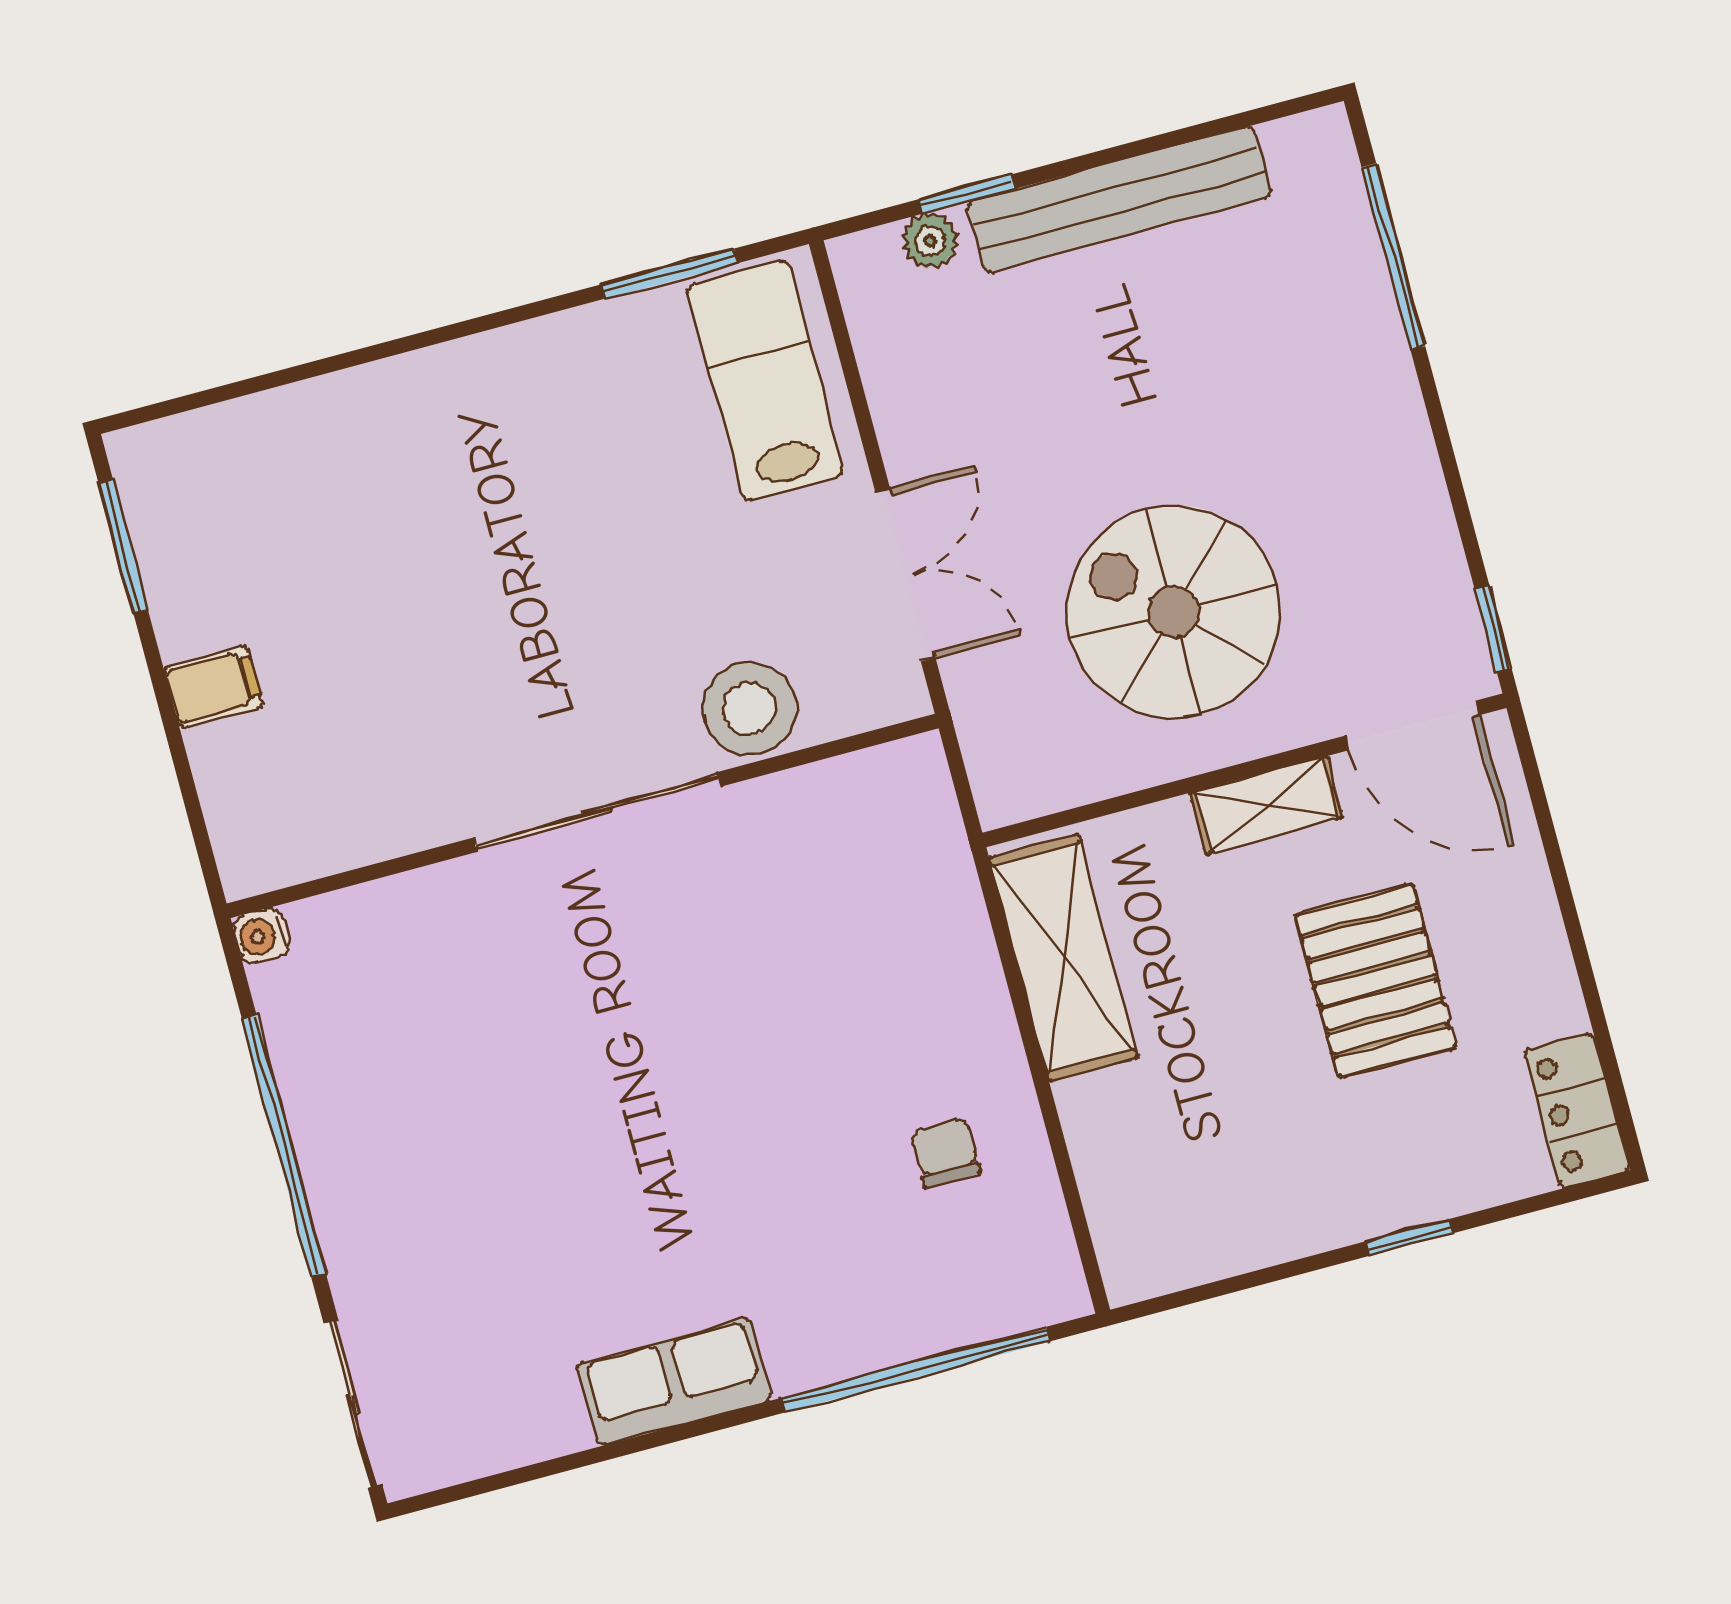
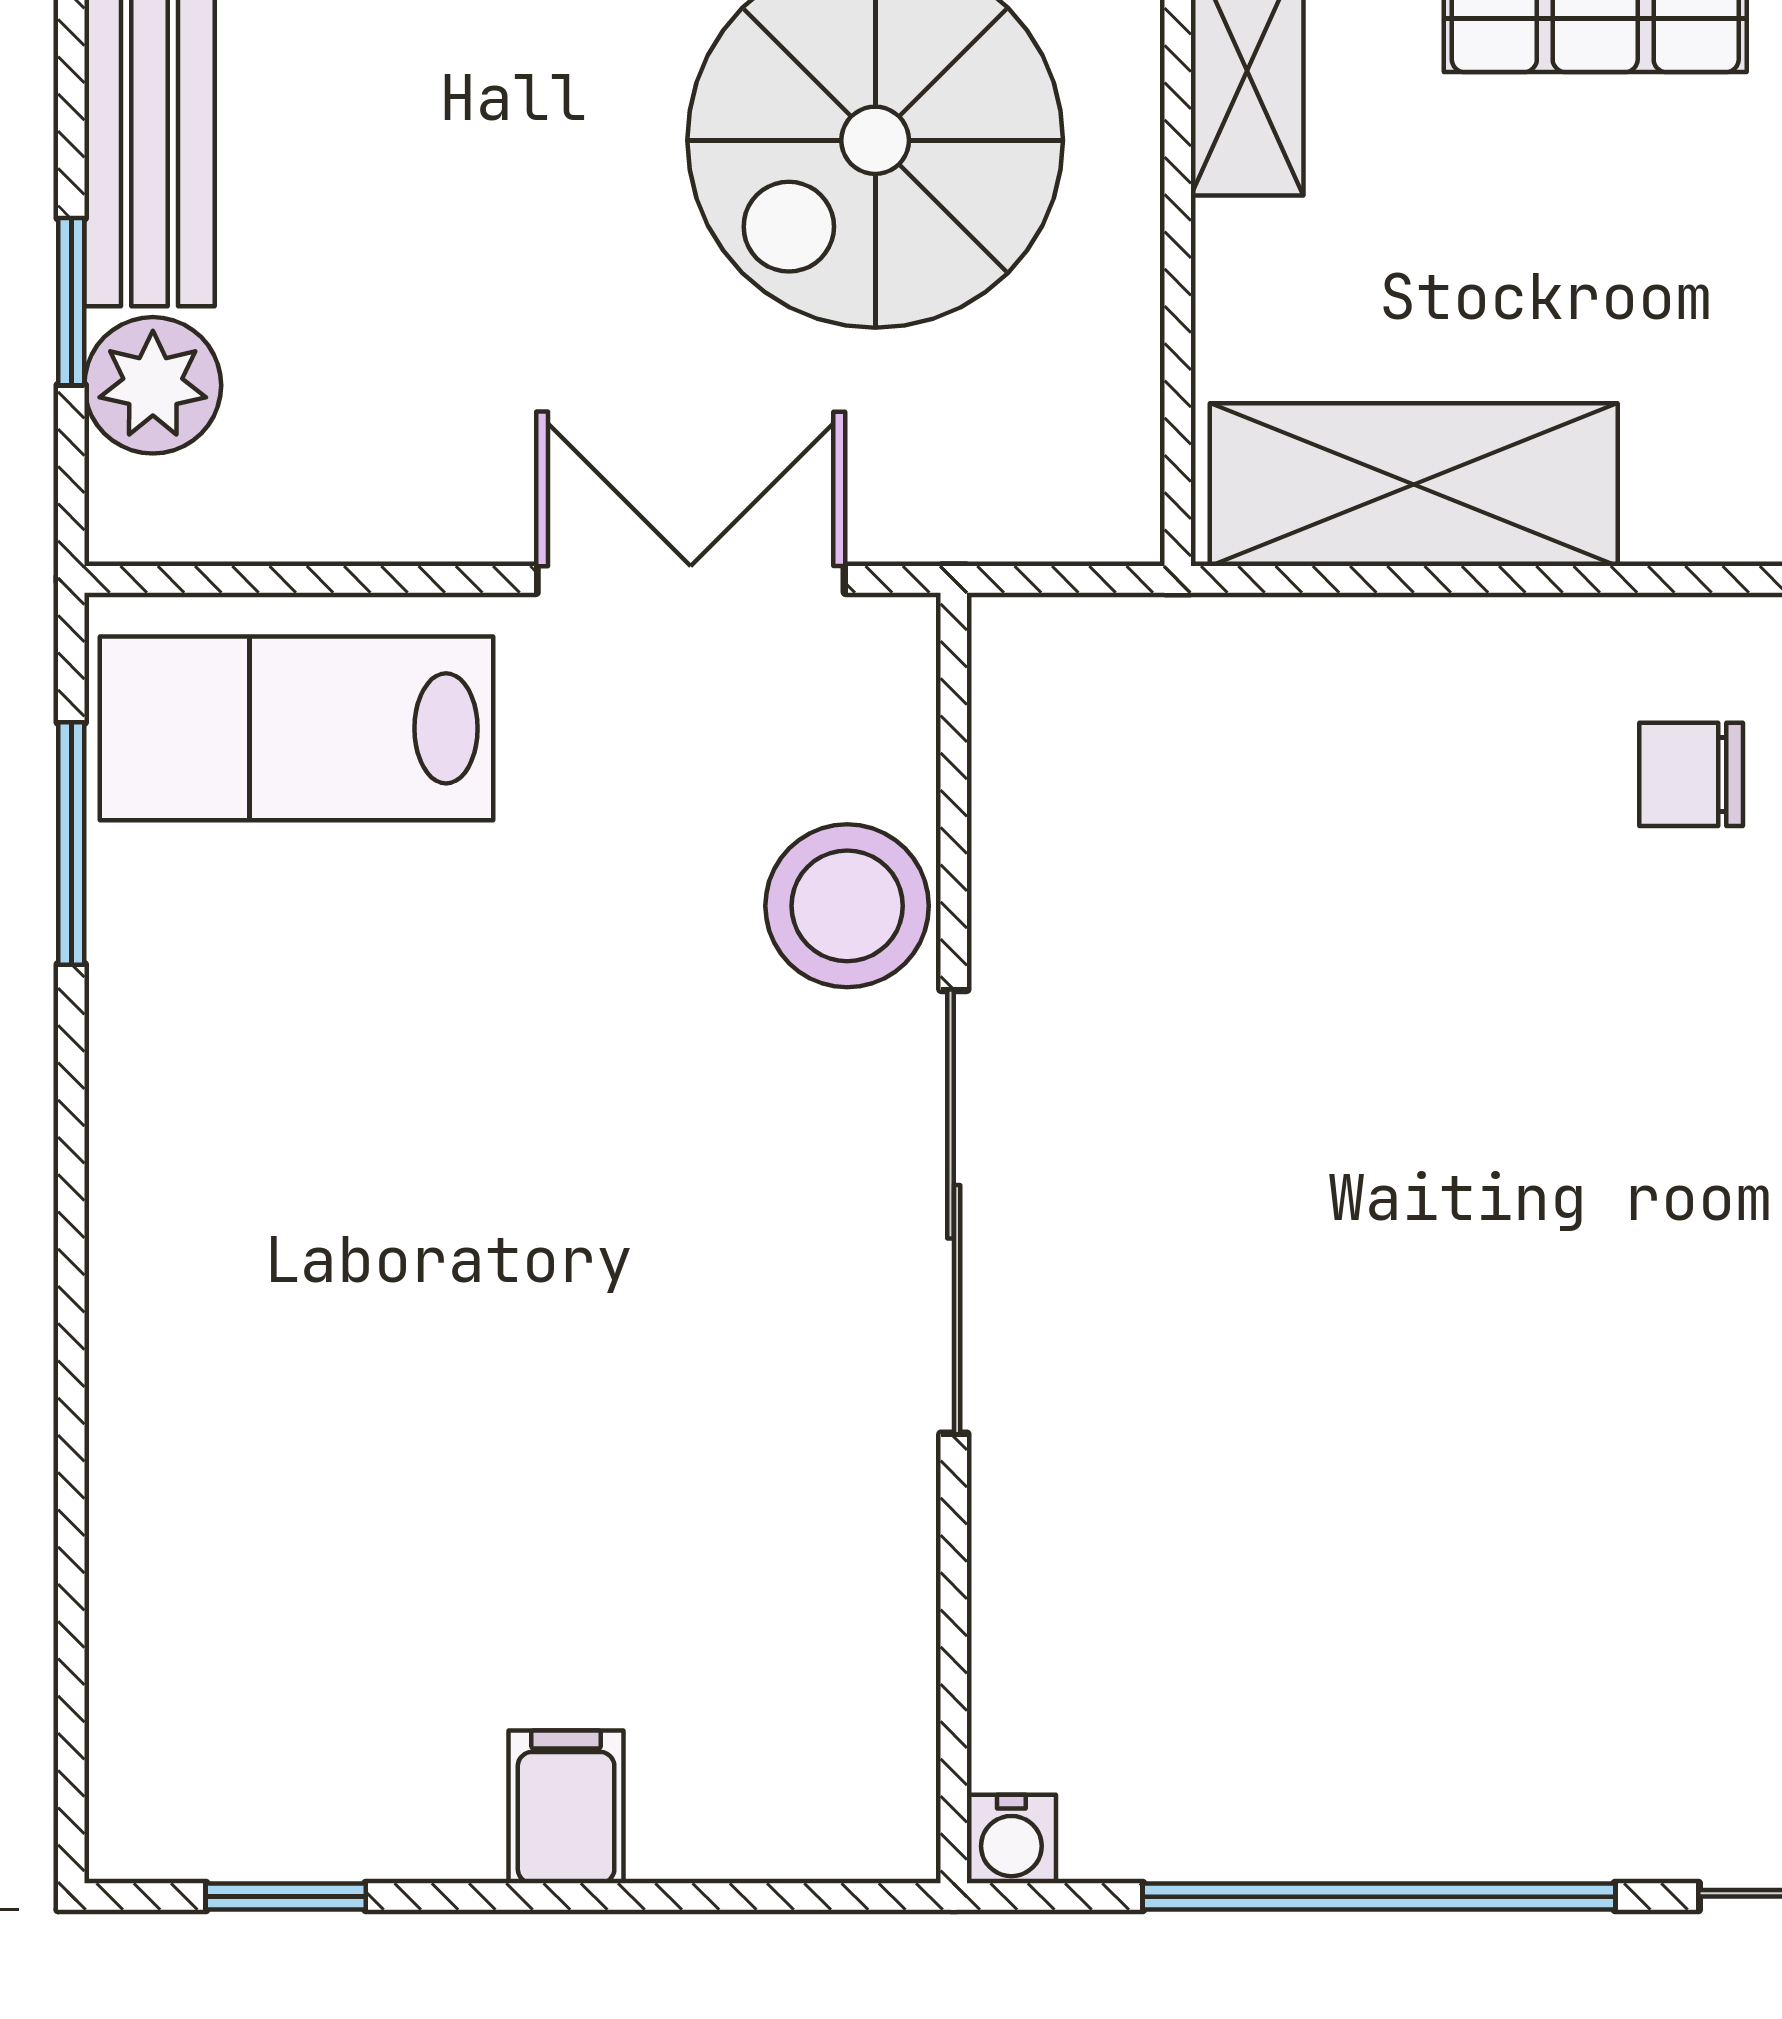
plant: (930, 241) -> (153, 385), width x1.38, depth x1.38
window: (123, 546) -> (286, 1897), width x0.67

